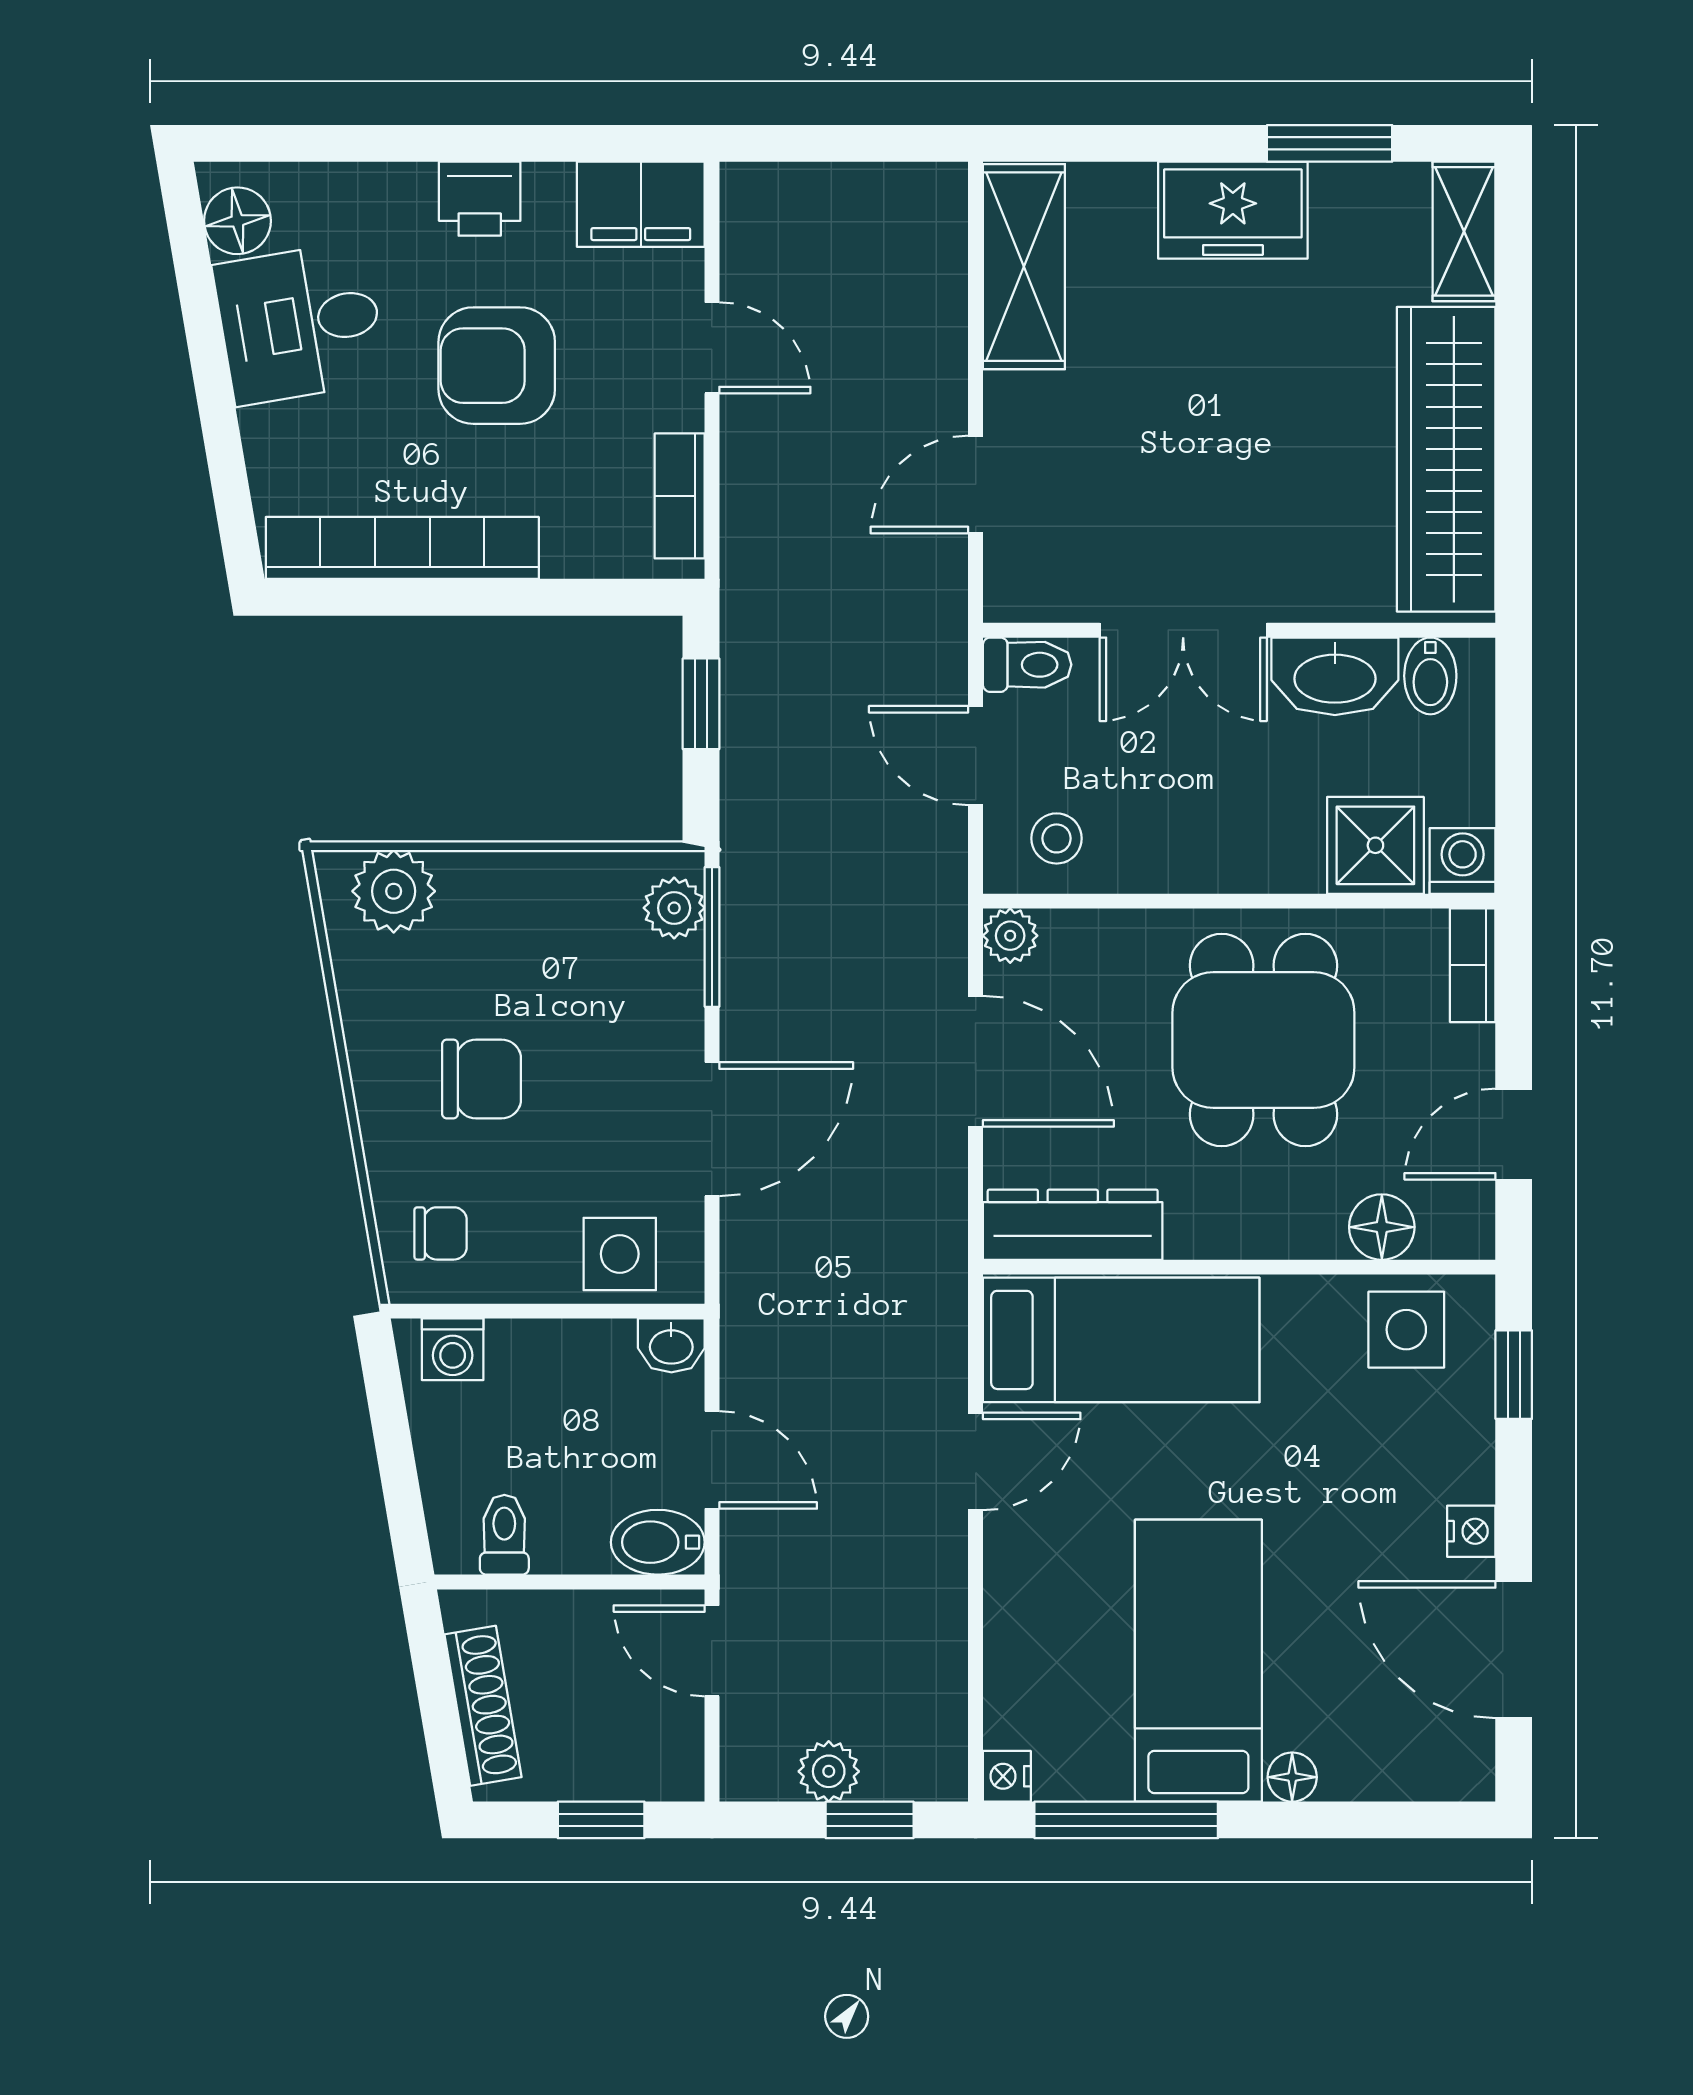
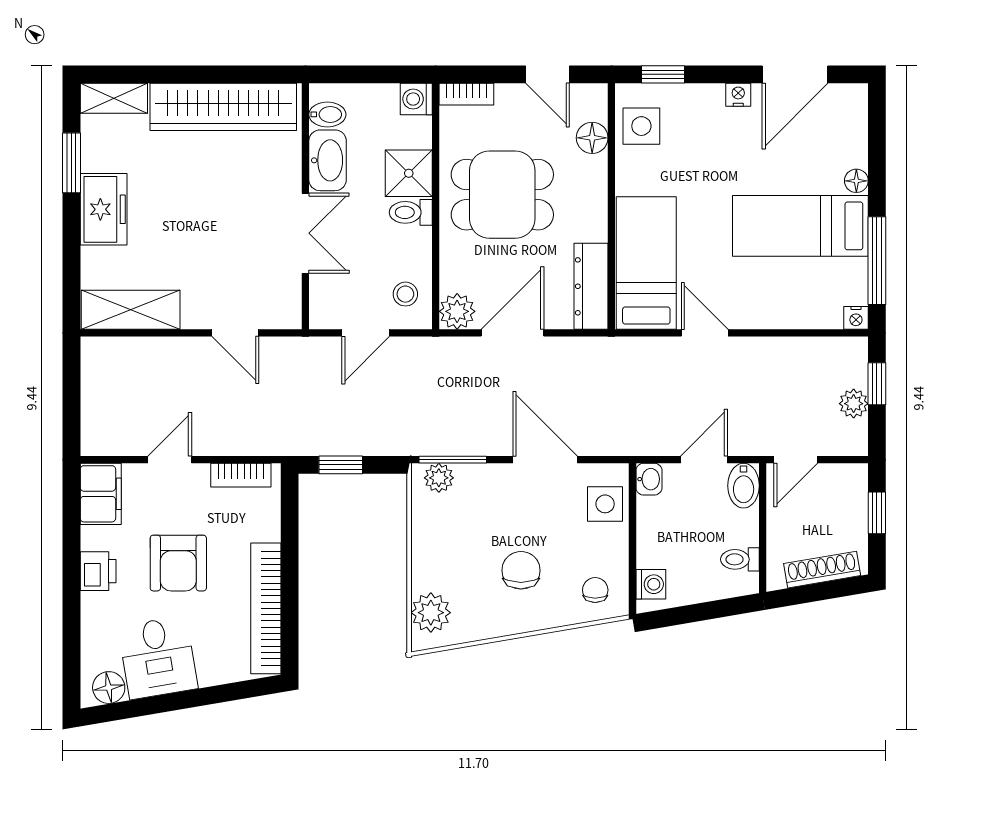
toilet: (1027, 665) -> (411, 212), moved, turned -90
shower: (1375, 845) -> (409, 173), moved
plant: (1010, 936) -> (457, 311), width x1.38, depth x1.38

